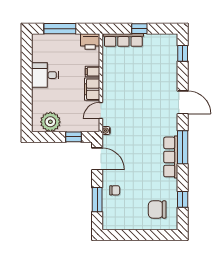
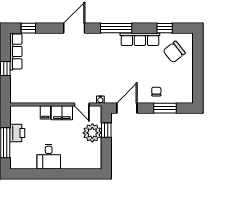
row of seats: (123, 40) -> (16, 51), moved
printer: (90, 41) -> (17, 133), moved
plant: (50, 122) -> (92, 133), moved
row of seats: (171, 157) -> (140, 39), moved
chair: (157, 209) -> (174, 52), turned 52

